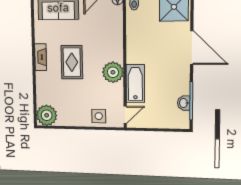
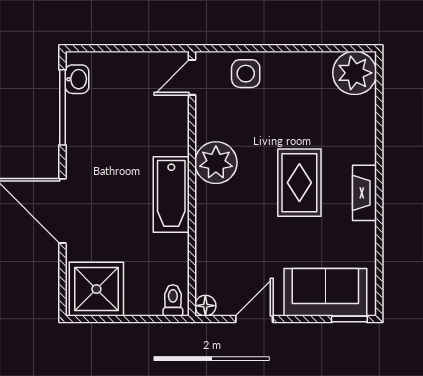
bathtub: (135, 84) -> (171, 195), moved
washbasin: (184, 103) -> (77, 79), moved

